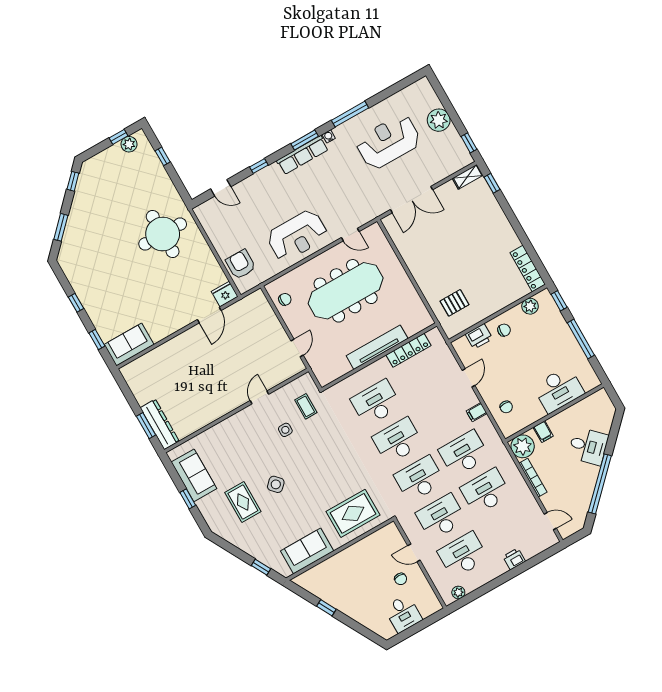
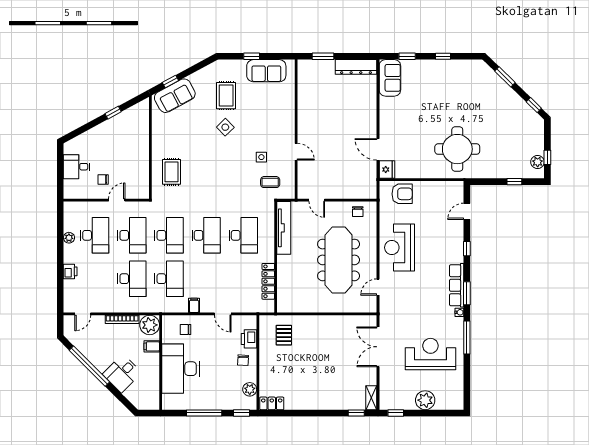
reception desk: (388, 142) -> (430, 354), turned -90
locker: (528, 269) -> (272, 403), width x0.66
tv unit: (377, 347) -> (284, 228), moved
desk: (559, 390) -> (181, 369), width x1.36, depth x1.30
dresser: (160, 424) -> (356, 67), moved
rug: (243, 502) -> (226, 96), turned 90
rug: (353, 513) -> (171, 172), width x0.73, depth x0.70
sofa: (307, 551) -> (175, 96), moved, turned 62
plant: (458, 592) -> (69, 238), moved

